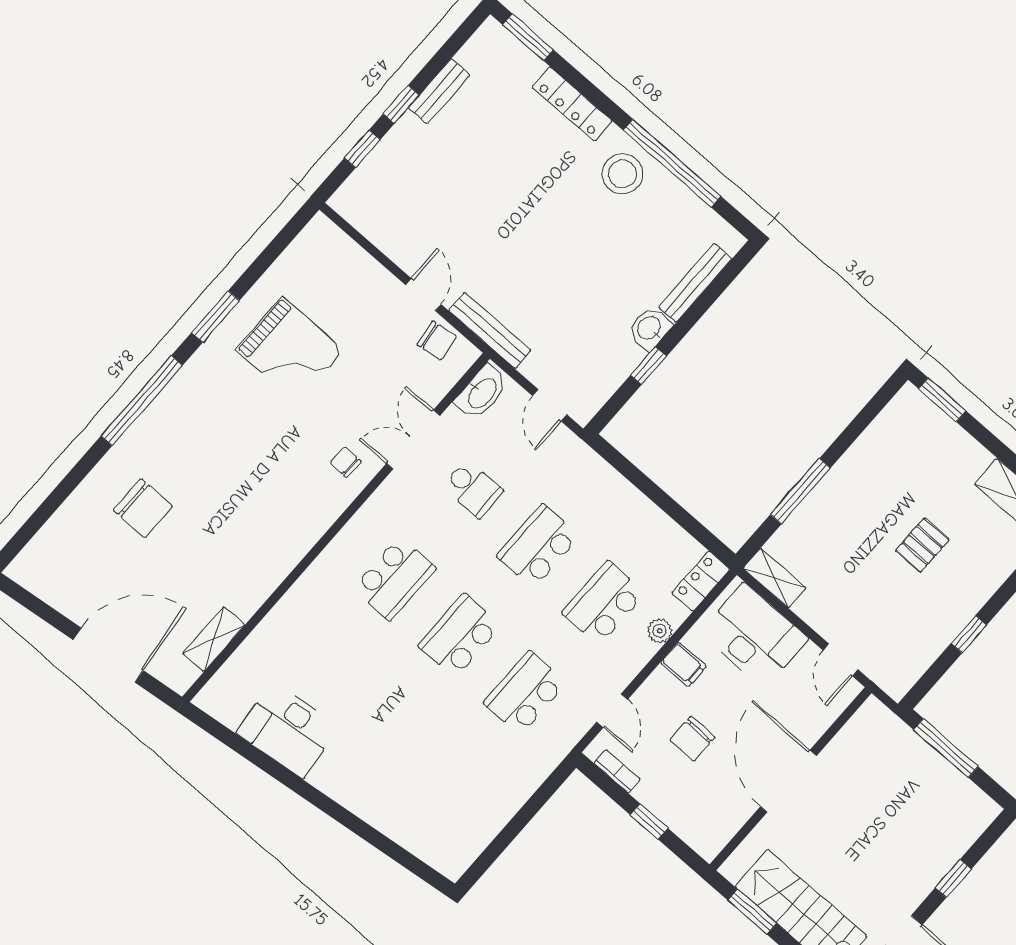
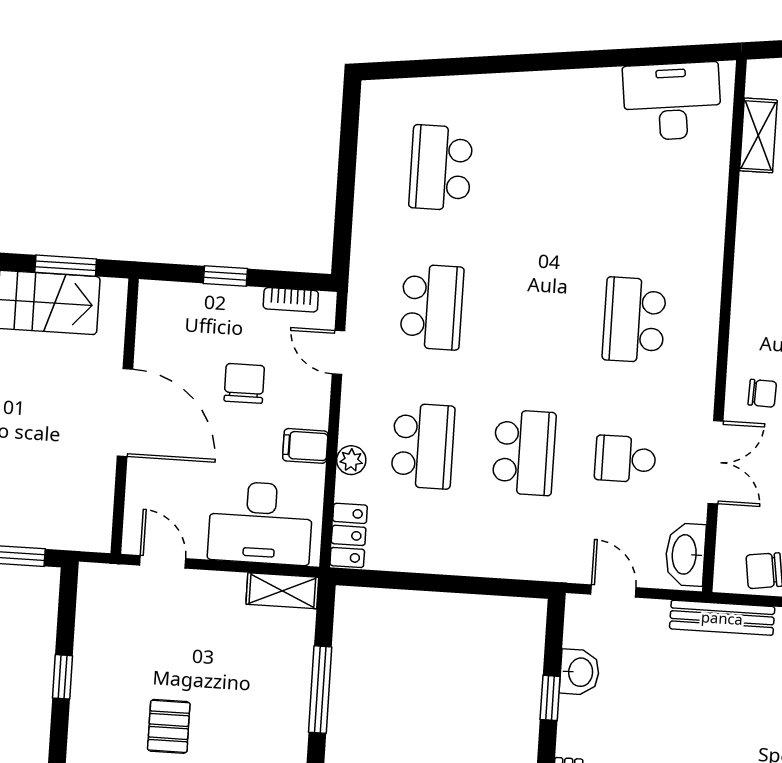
washbasin: (650, 328) -> (580, 672), moved
school desk: (460, 636) -> (441, 168), moved, turned 180
desk: (287, 730) -> (672, 101), moved

